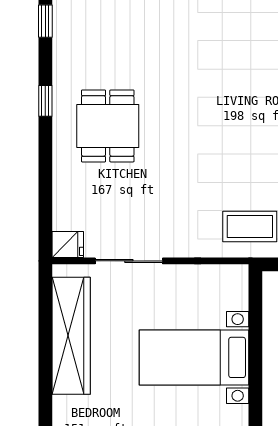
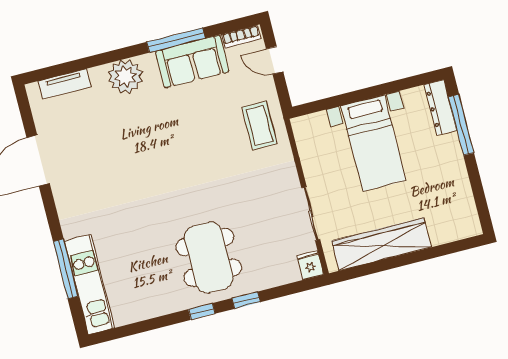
window: (45, 21) -> (246, 300), moved
dining table: (108, 126) -> (209, 257), width x1.38

